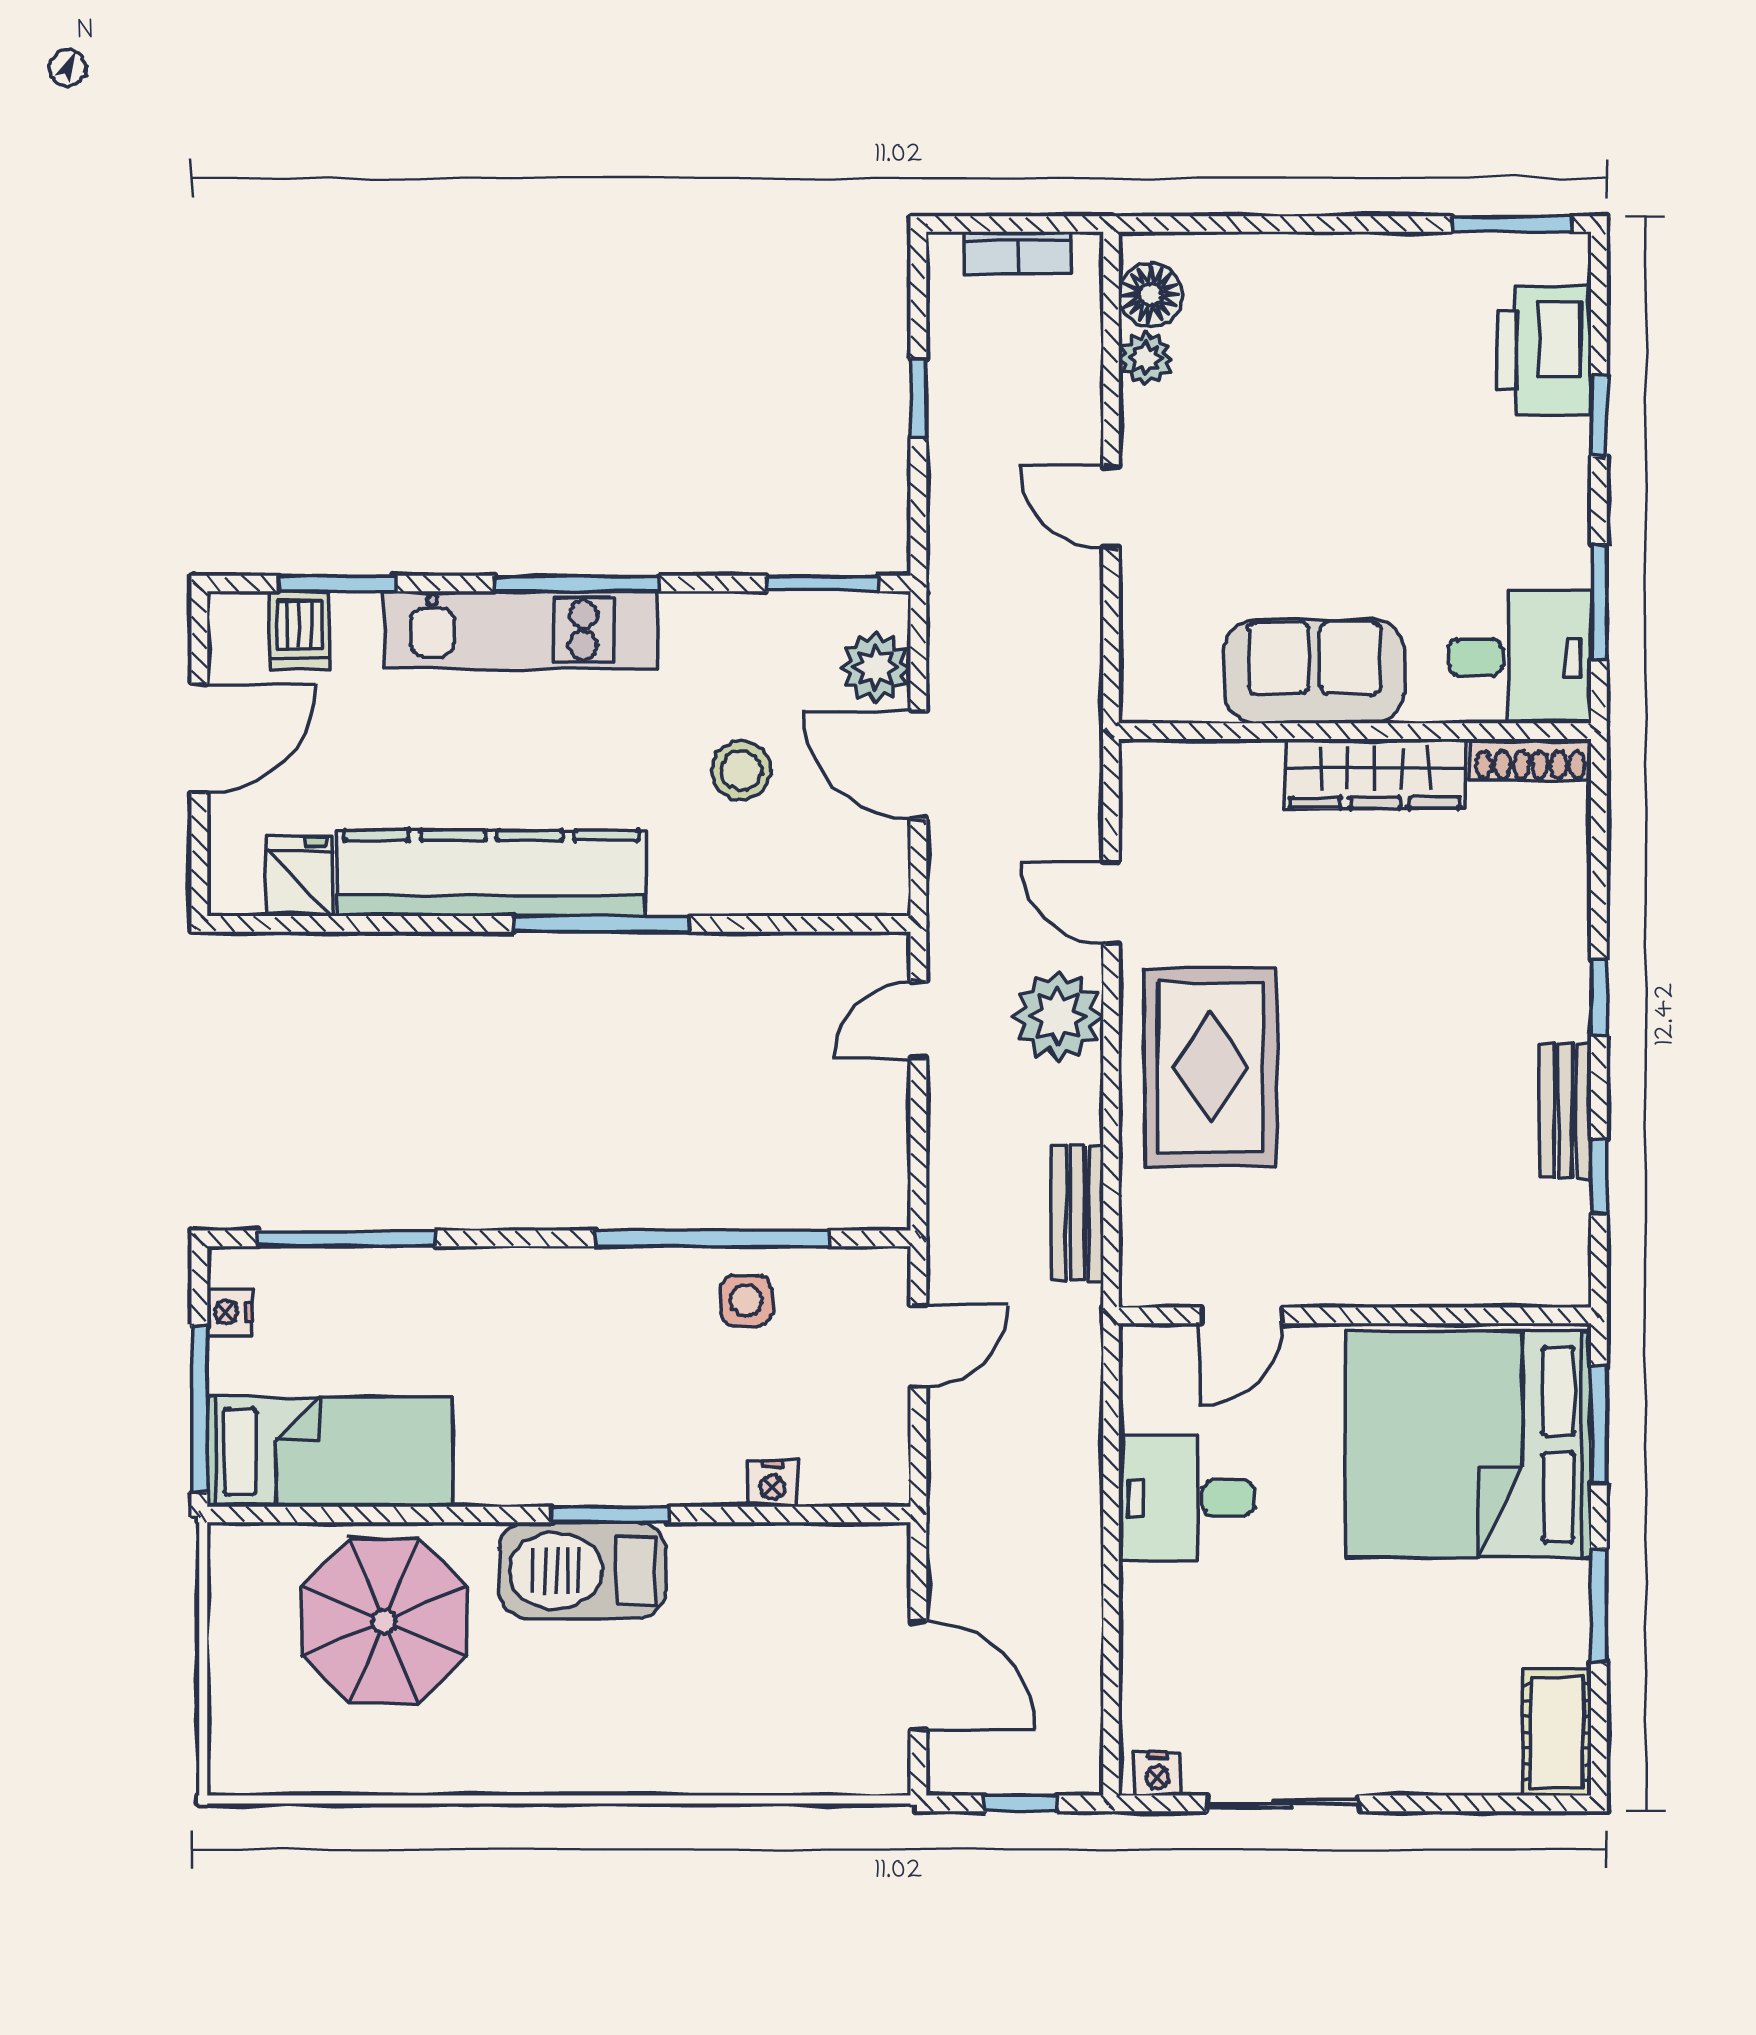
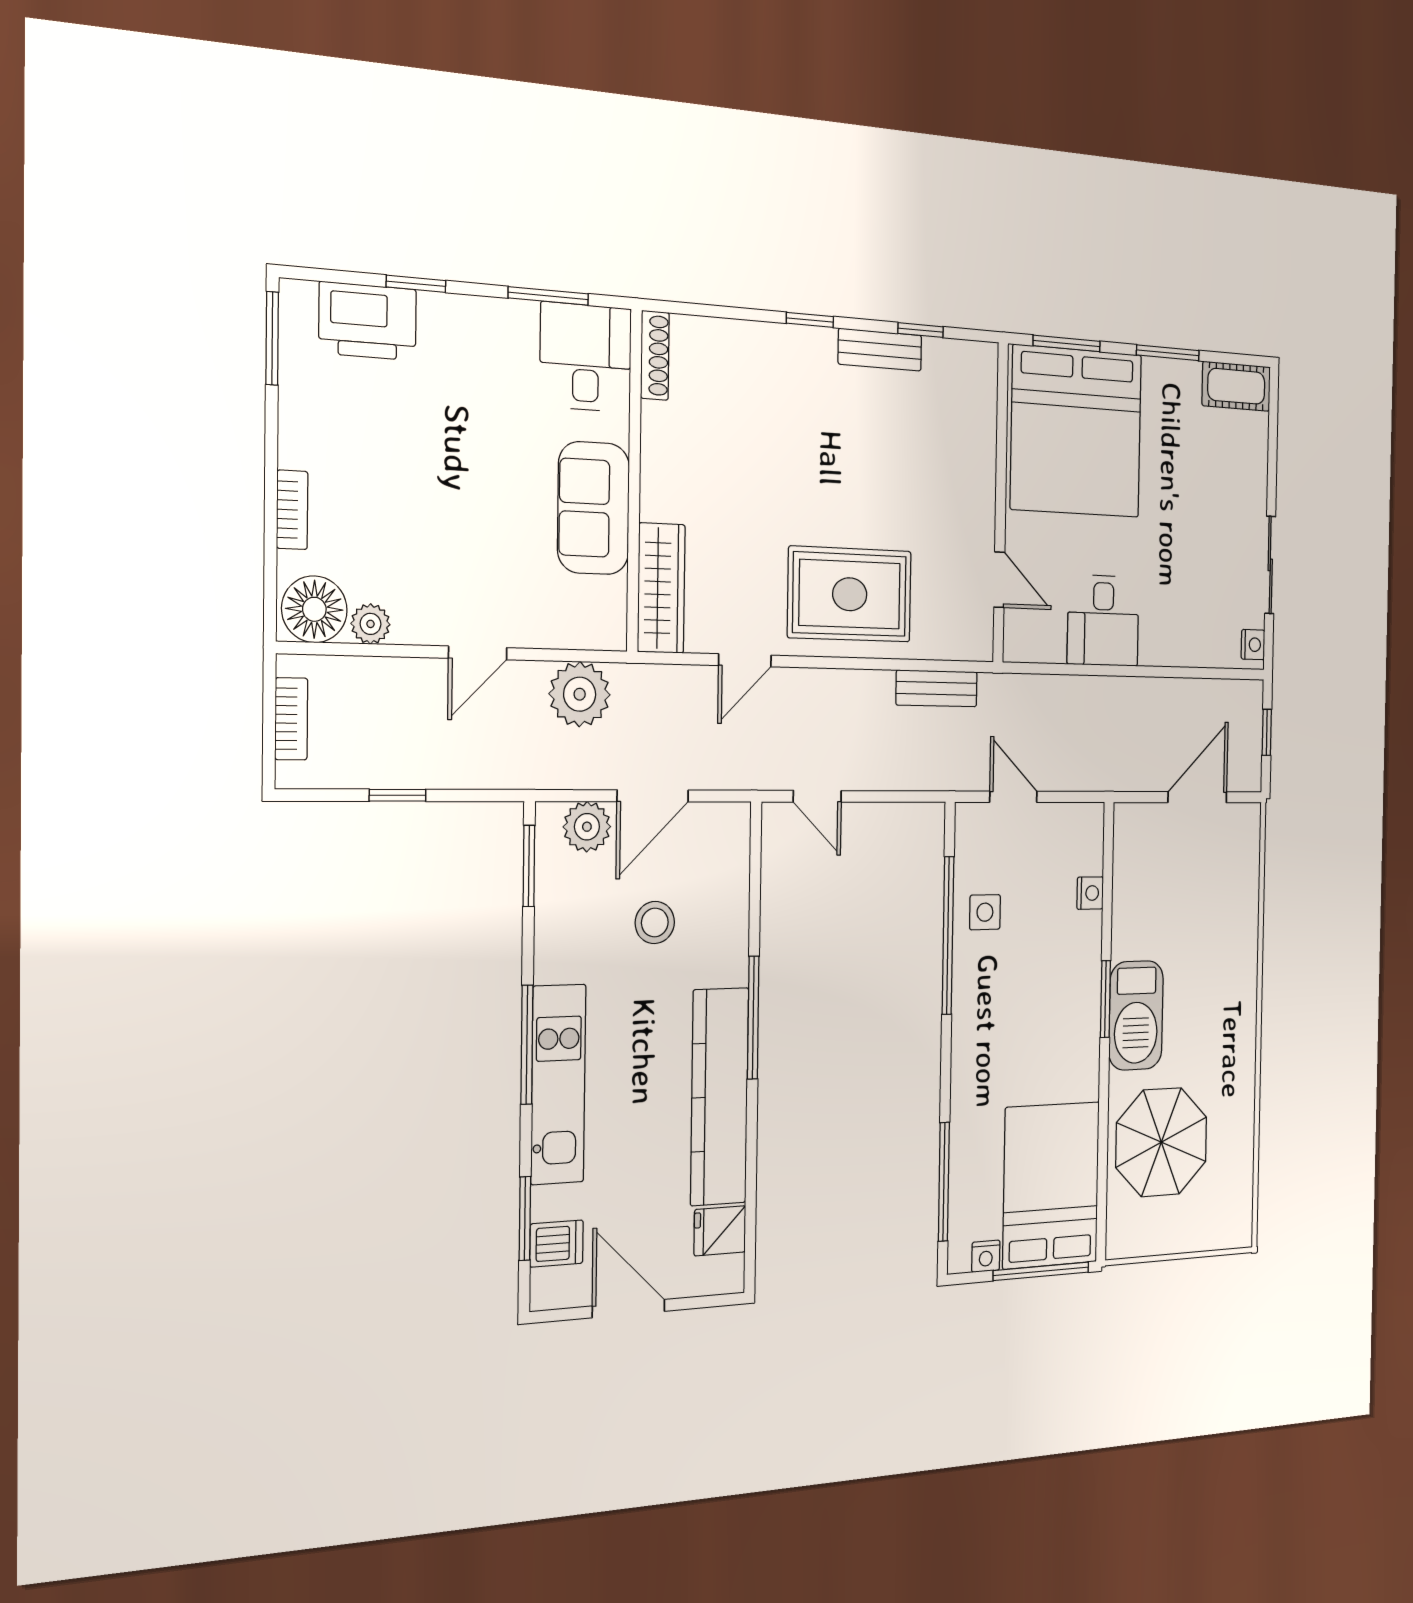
bookcase: (1291, 252) -> (292, 510), added
floor lamp: (1150, 295) -> (314, 609), width x1.38, depth x1.38
wardrobe: (1375, 774) -> (661, 588), moved
plant: (1058, 1016) -> (580, 694), moved
bed: (330, 1452) -> (1051, 1185), width x1.50

